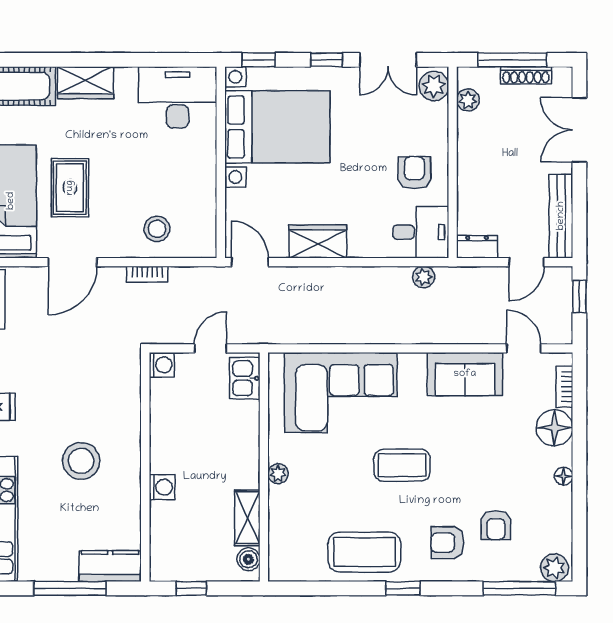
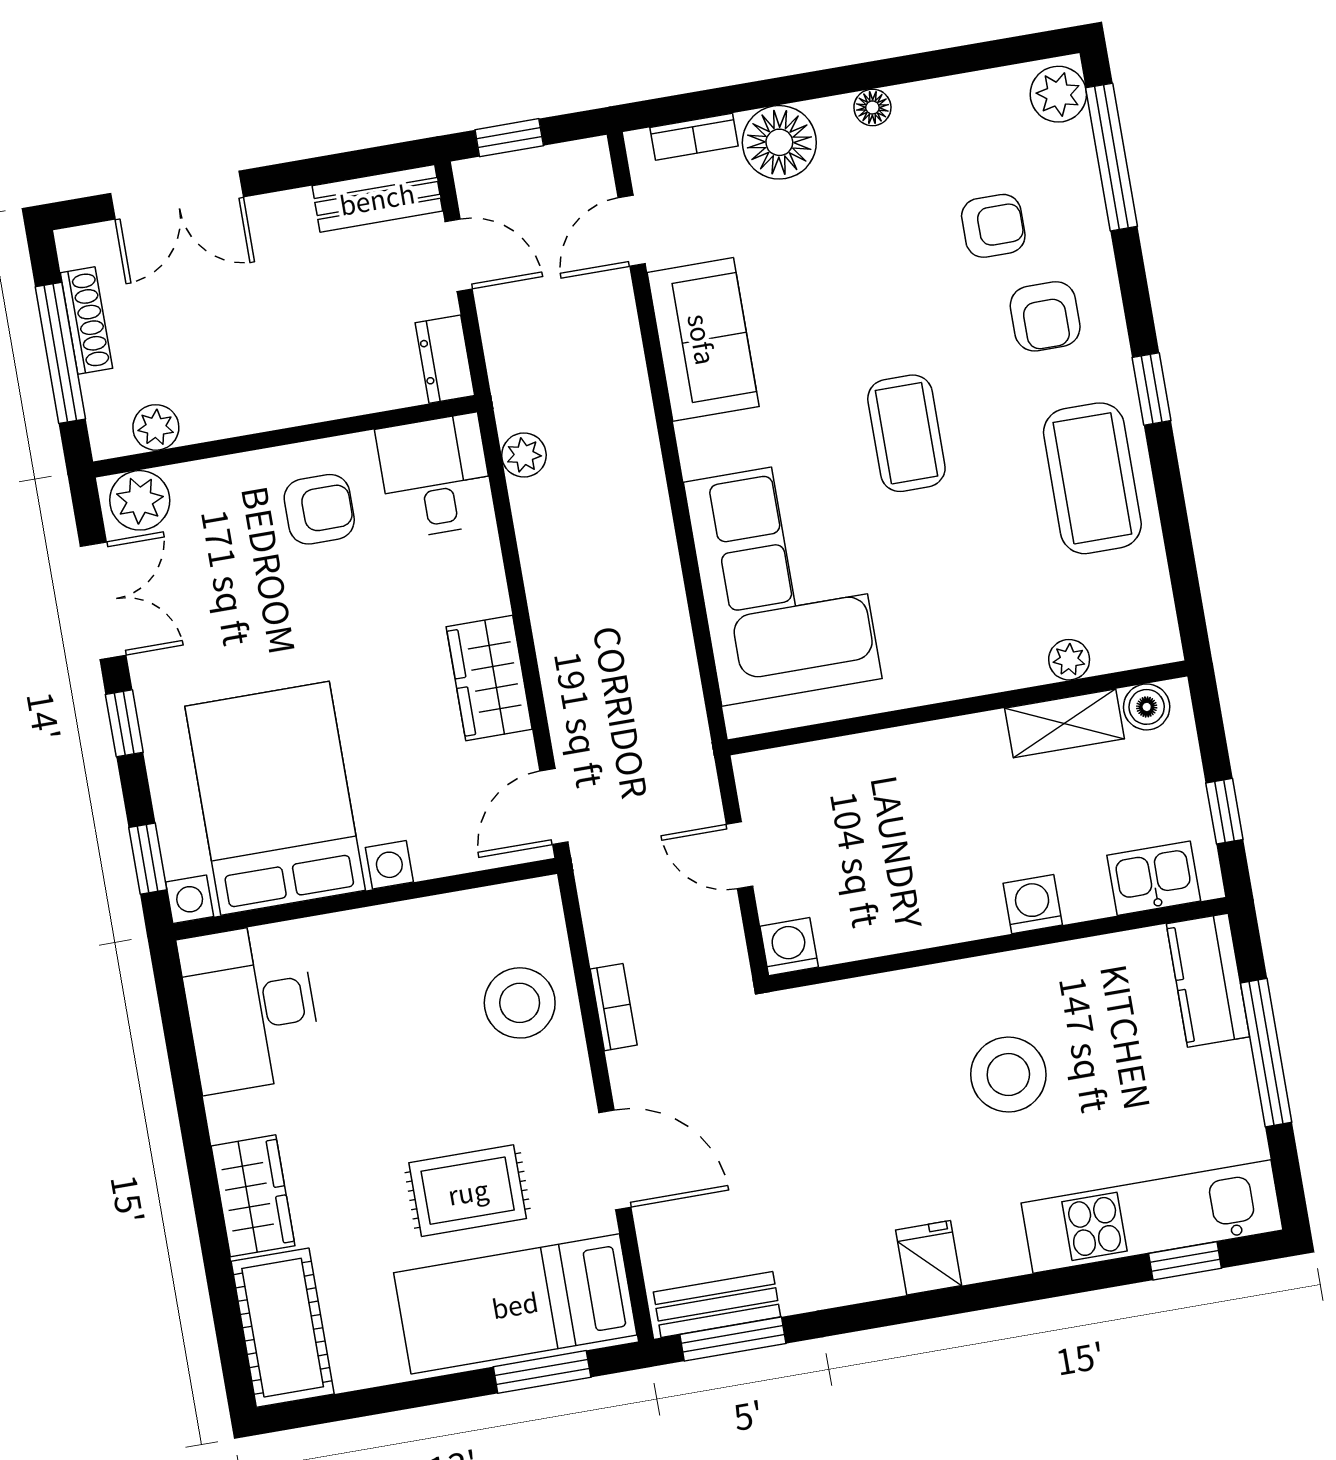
armchair: (414, 173) -> (319, 509), turned 180
bench: (561, 216) -> (377, 198), width x0.73
stool: (157, 229) -> (520, 1003), width x1.38, depth x1.38
kitchen sink: (245, 378) -> (1154, 878), moved, turned 180
plant: (278, 474) -> (1069, 660), moved

